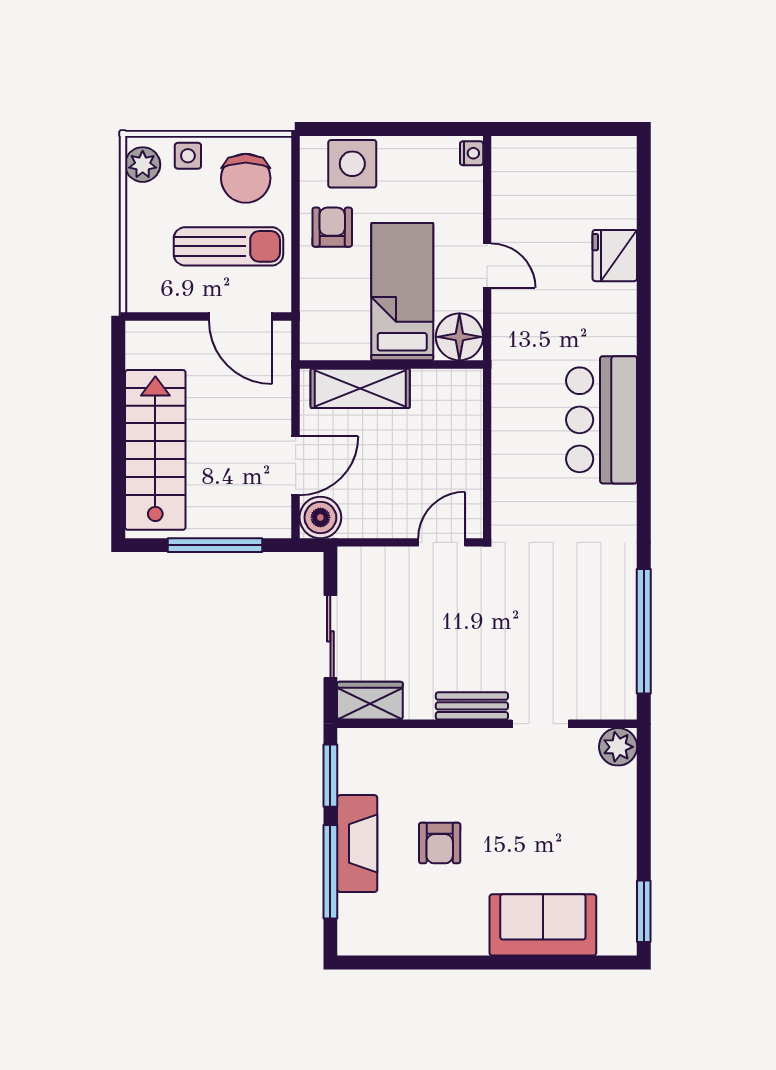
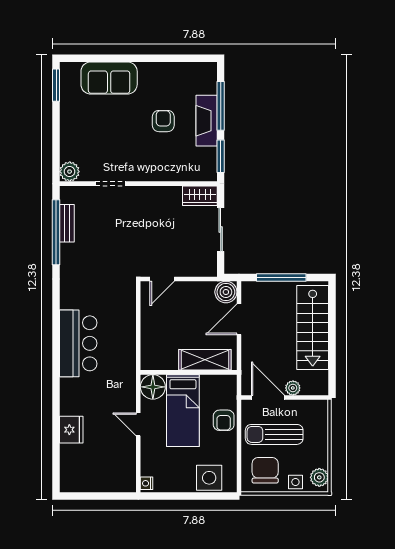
armchair: (332, 227) -> (224, 420), moved
plant: (193, 335) -> (293, 388), added
bench: (472, 706) -> (67, 223), moved, turned 90

